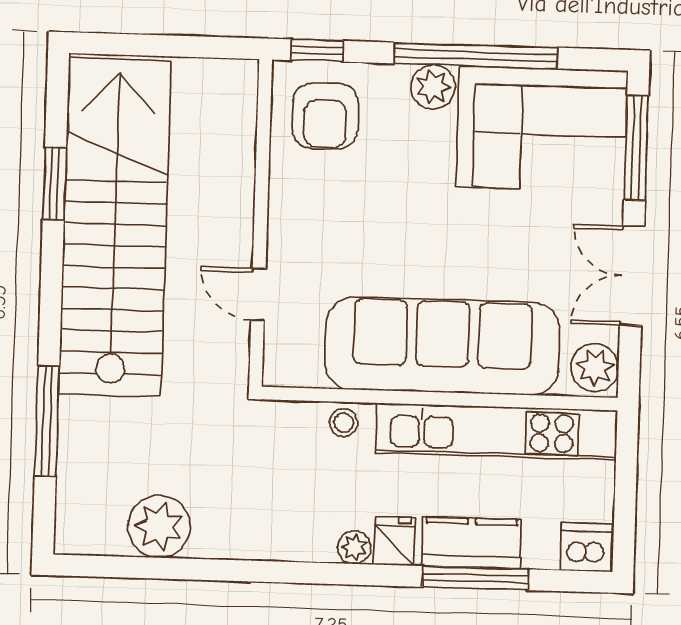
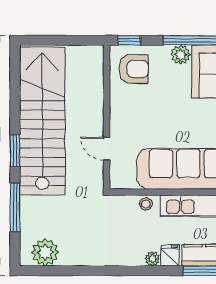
armchair: (325, 116) -> (134, 69), turned -90
window: (54, 184) -> (15, 151), moved
plant: (159, 527) -> (45, 252), moved

